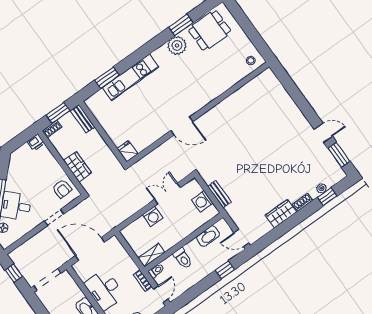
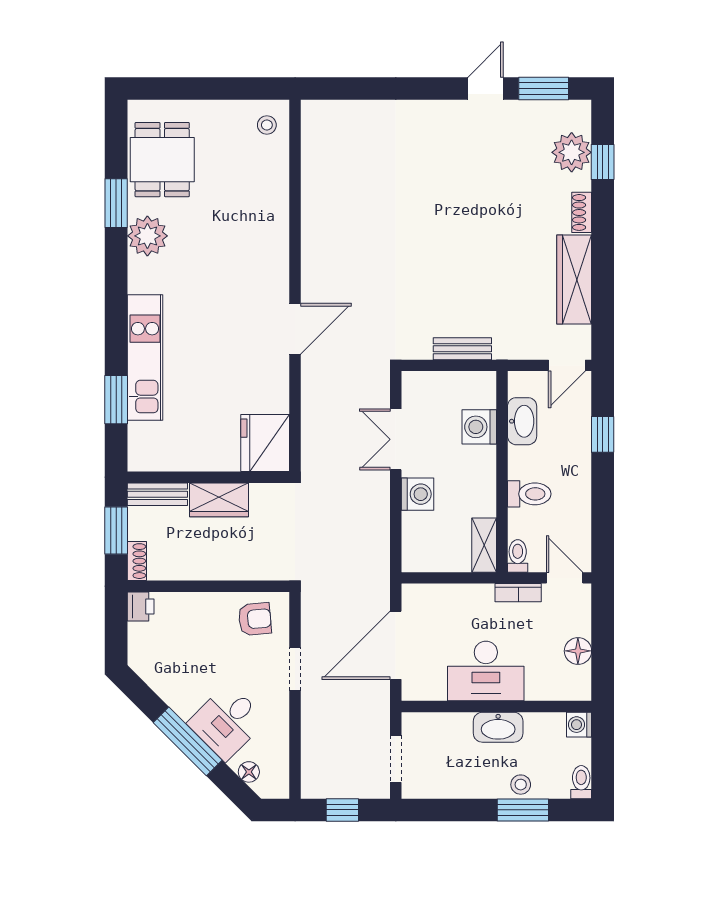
fridge: (127, 151) -> (265, 443), width x1.88, depth x1.34
wardrobe: (78, 167) -> (219, 500), moved, turned 180
plant: (322, 188) -> (572, 152), width x1.88, depth x1.88
washing machine: (202, 201) -> (479, 427), moved, turned 90
wardrobe: (281, 214) -> (574, 280), width x1.50
doorway: (47, 279) -> (396, 759), width x0.73

